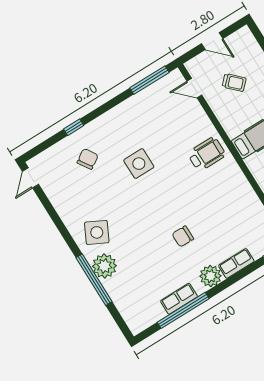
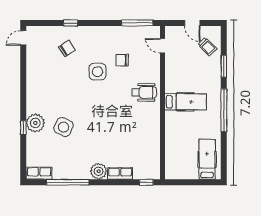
trolley: (234, 82) -> (207, 47), moved
side table: (97, 232) -> (64, 127), moved
chair: (183, 236) -> (122, 60), moved
window: (94, 280) -> (23, 128), width x0.32
row of seats: (179, 299) -> (39, 173), moved

